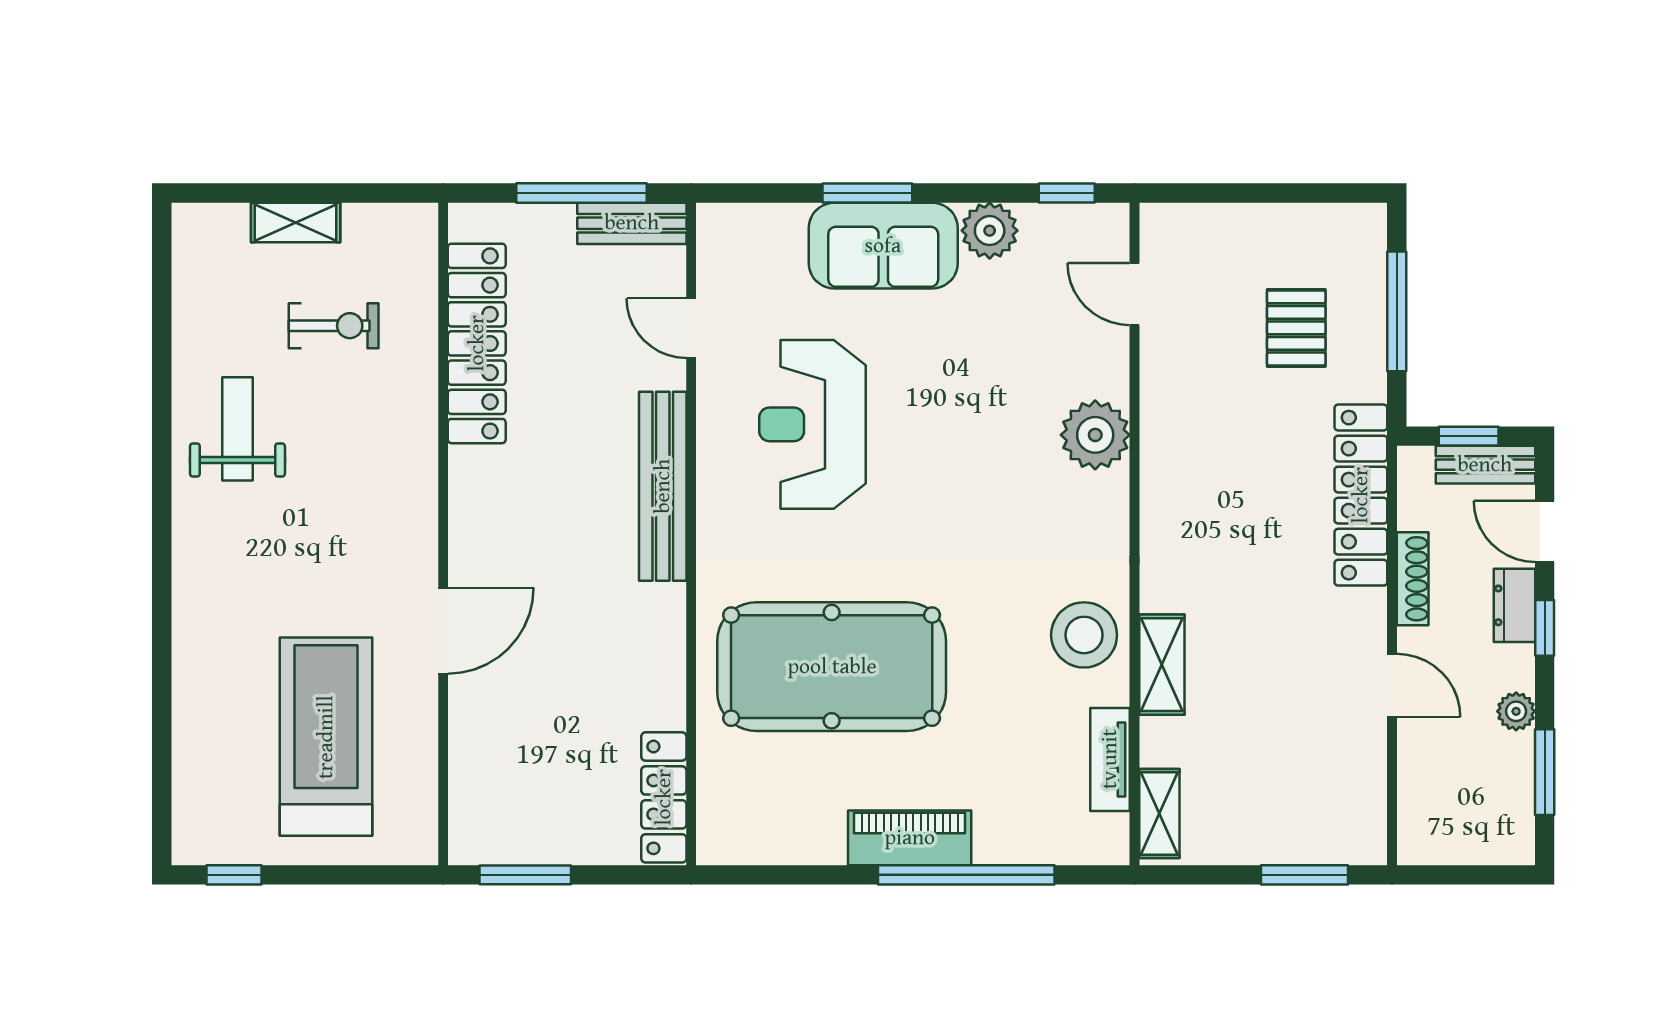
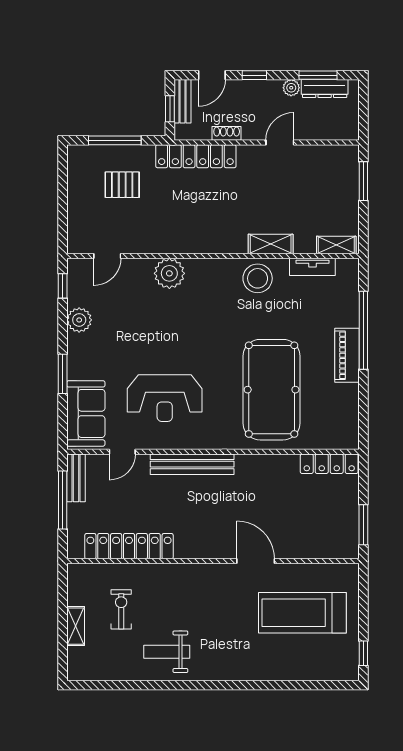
sofa: (883, 246) -> (86, 413), moved
shoe rack: (1413, 579) -> (227, 133), width x0.70
dresser: (1514, 605) -> (325, 88), moved, width x1.44

